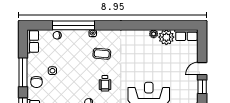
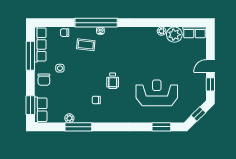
window: (74, 25) -> (96, 23), moved
row of seats: (33, 41) -> (40, 44), width x1.48
coffee table: (102, 54) -> (86, 45), moved
window: (23, 72) -> (30, 56), moved

